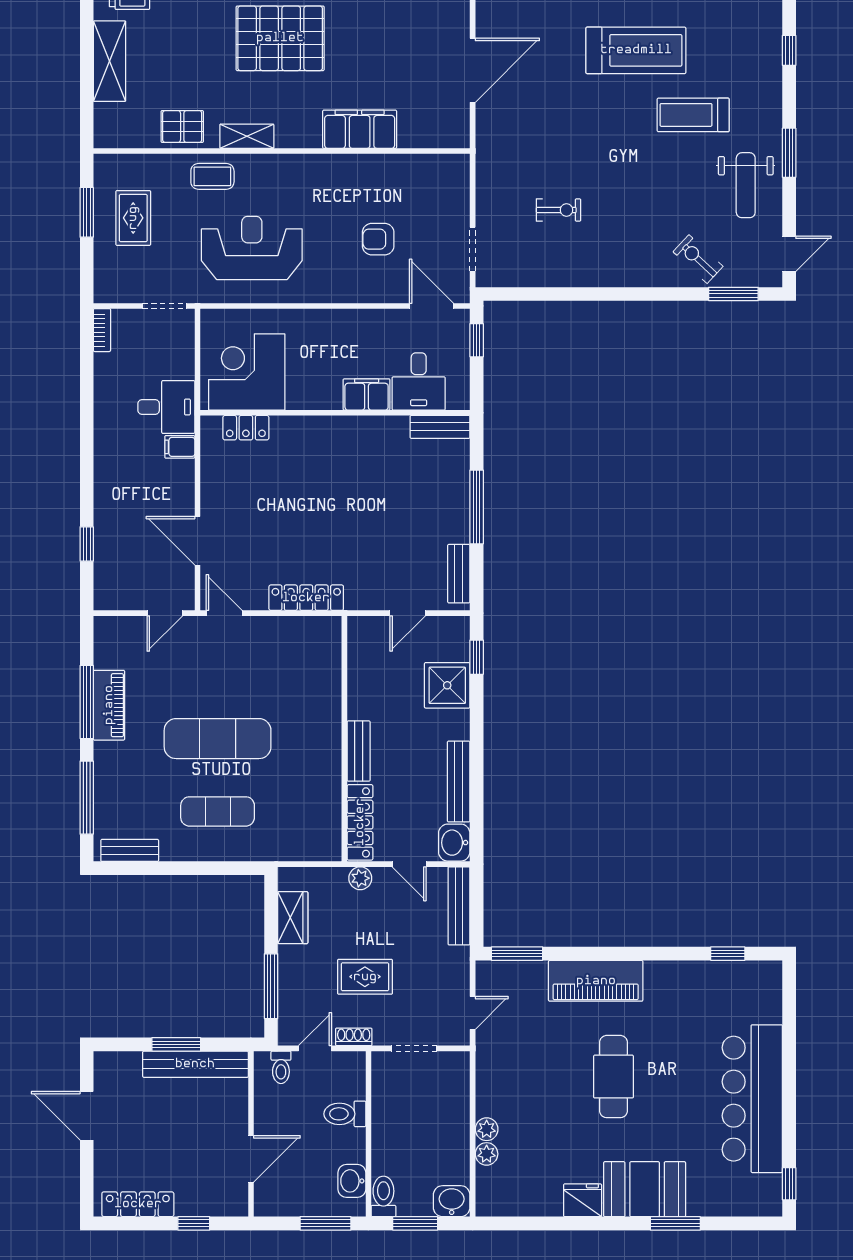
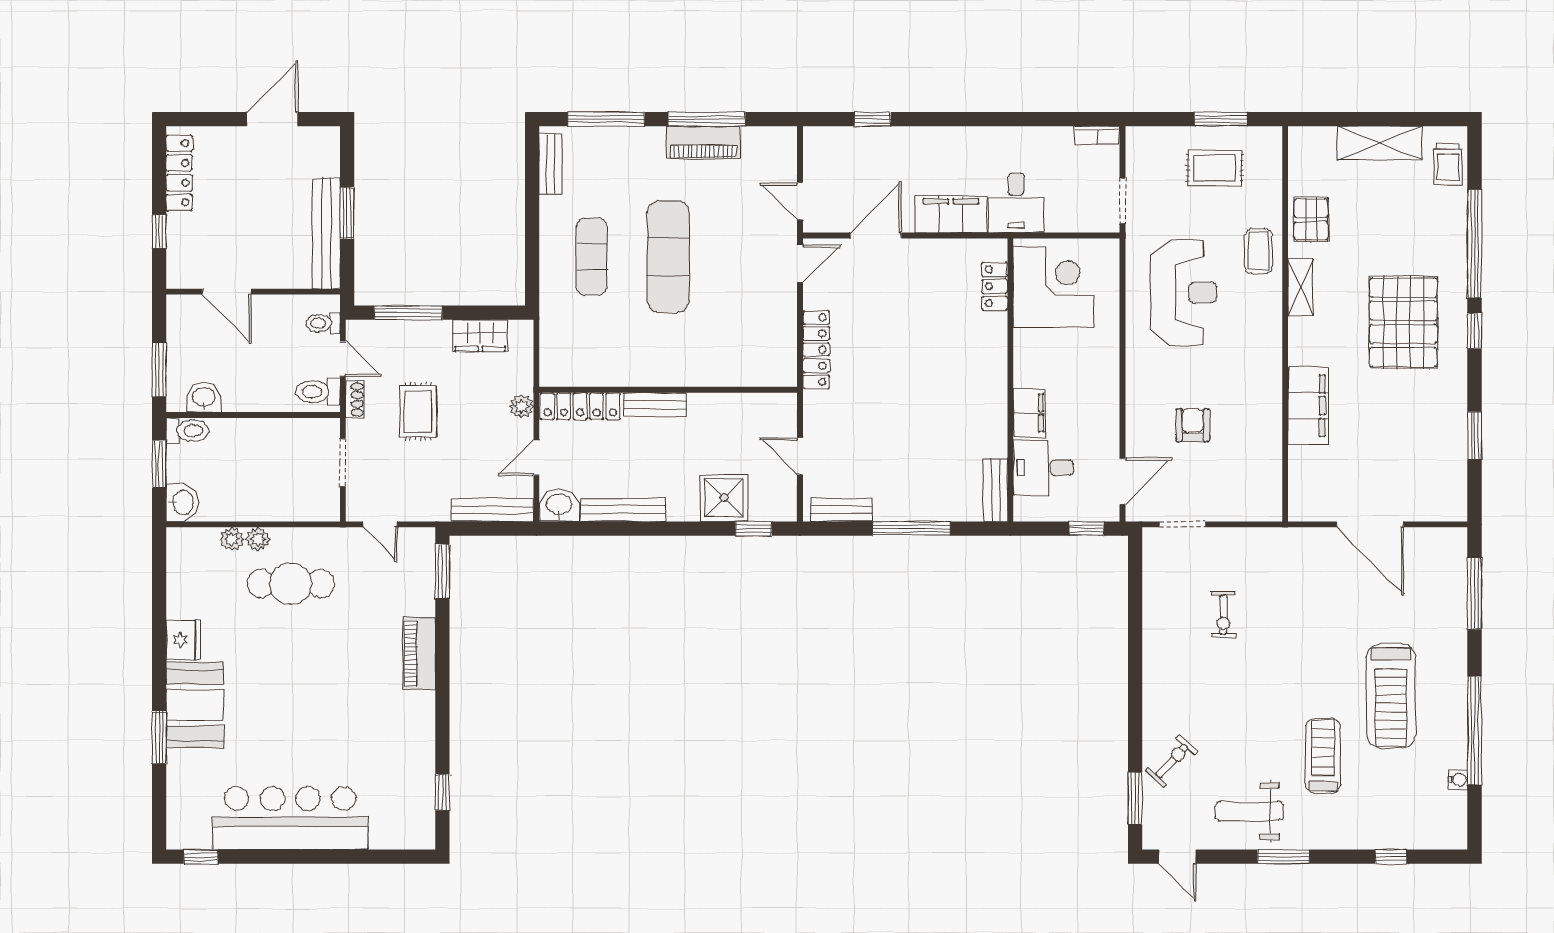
filing cabinet: (180, 447) -> (951, 214), width x3.00, depth x1.17
piano: (596, 981) -> (419, 654), width x0.73, depth x0.75
cafe table: (613, 1077) -> (291, 584), moved
toilet: (345, 1114) -> (318, 392), moved, turned -90

